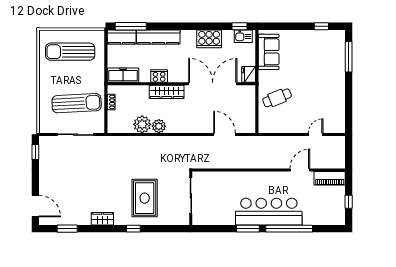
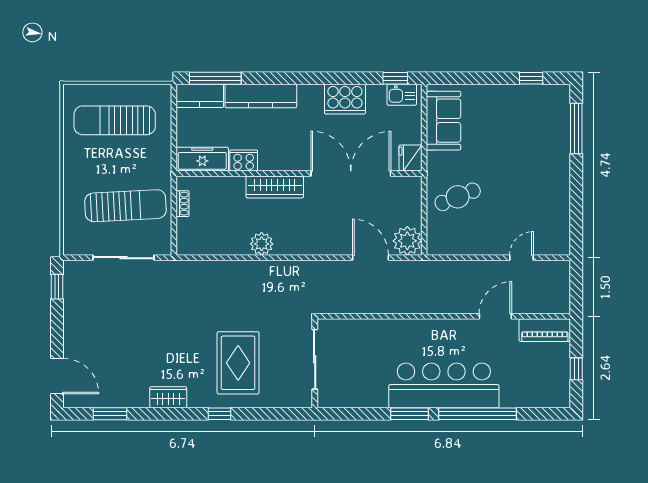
cooker: (159, 76) -> (244, 161), moved
plant: (142, 124) -> (407, 241), moved

